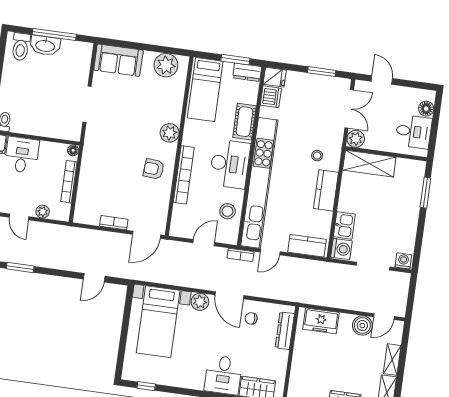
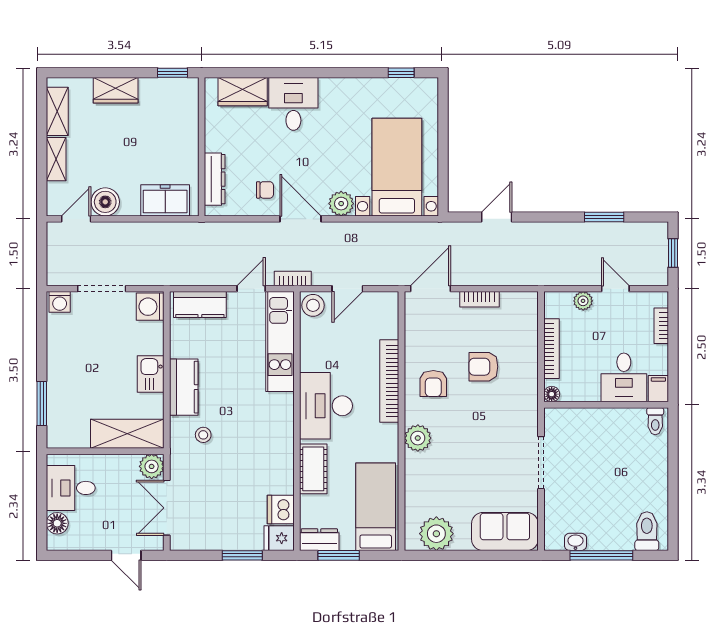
washbasin: (45, 45) -> (575, 542), moved, width x0.52, depth x0.69
window: (322, 72) -> (242, 555), moved
armchair: (154, 169) -> (433, 384), turned 86
armchair: (118, 176) -> (483, 367), added
kitchen unit: (259, 183) -> (280, 342), width x0.54
stool: (227, 211) -> (313, 305), moved
kitchen sink: (344, 225) -> (151, 374), moved

